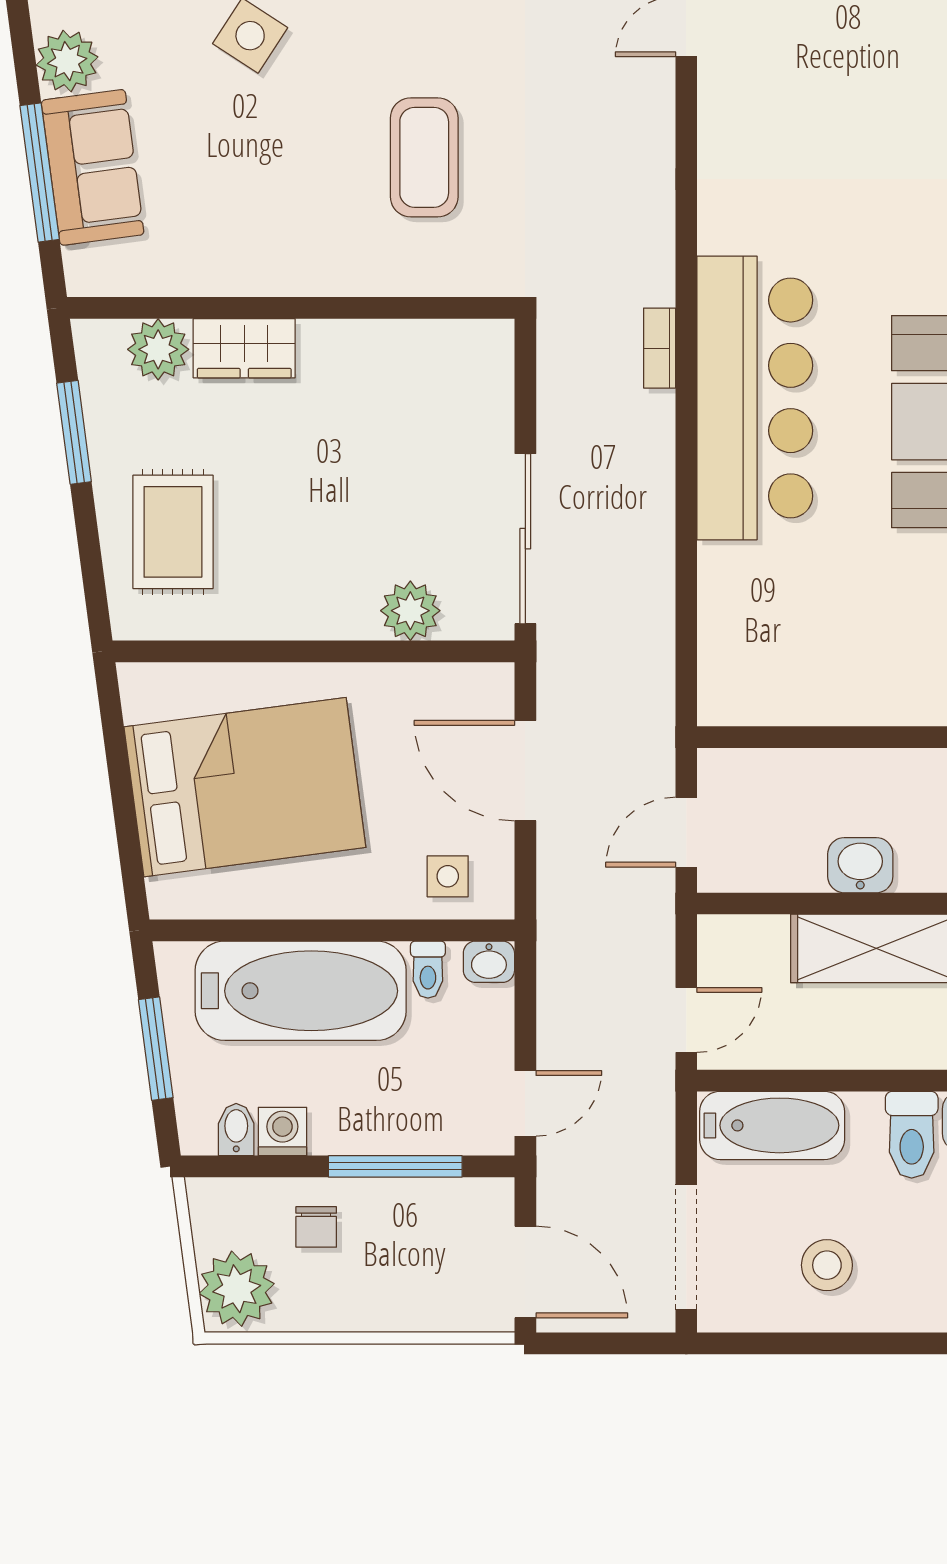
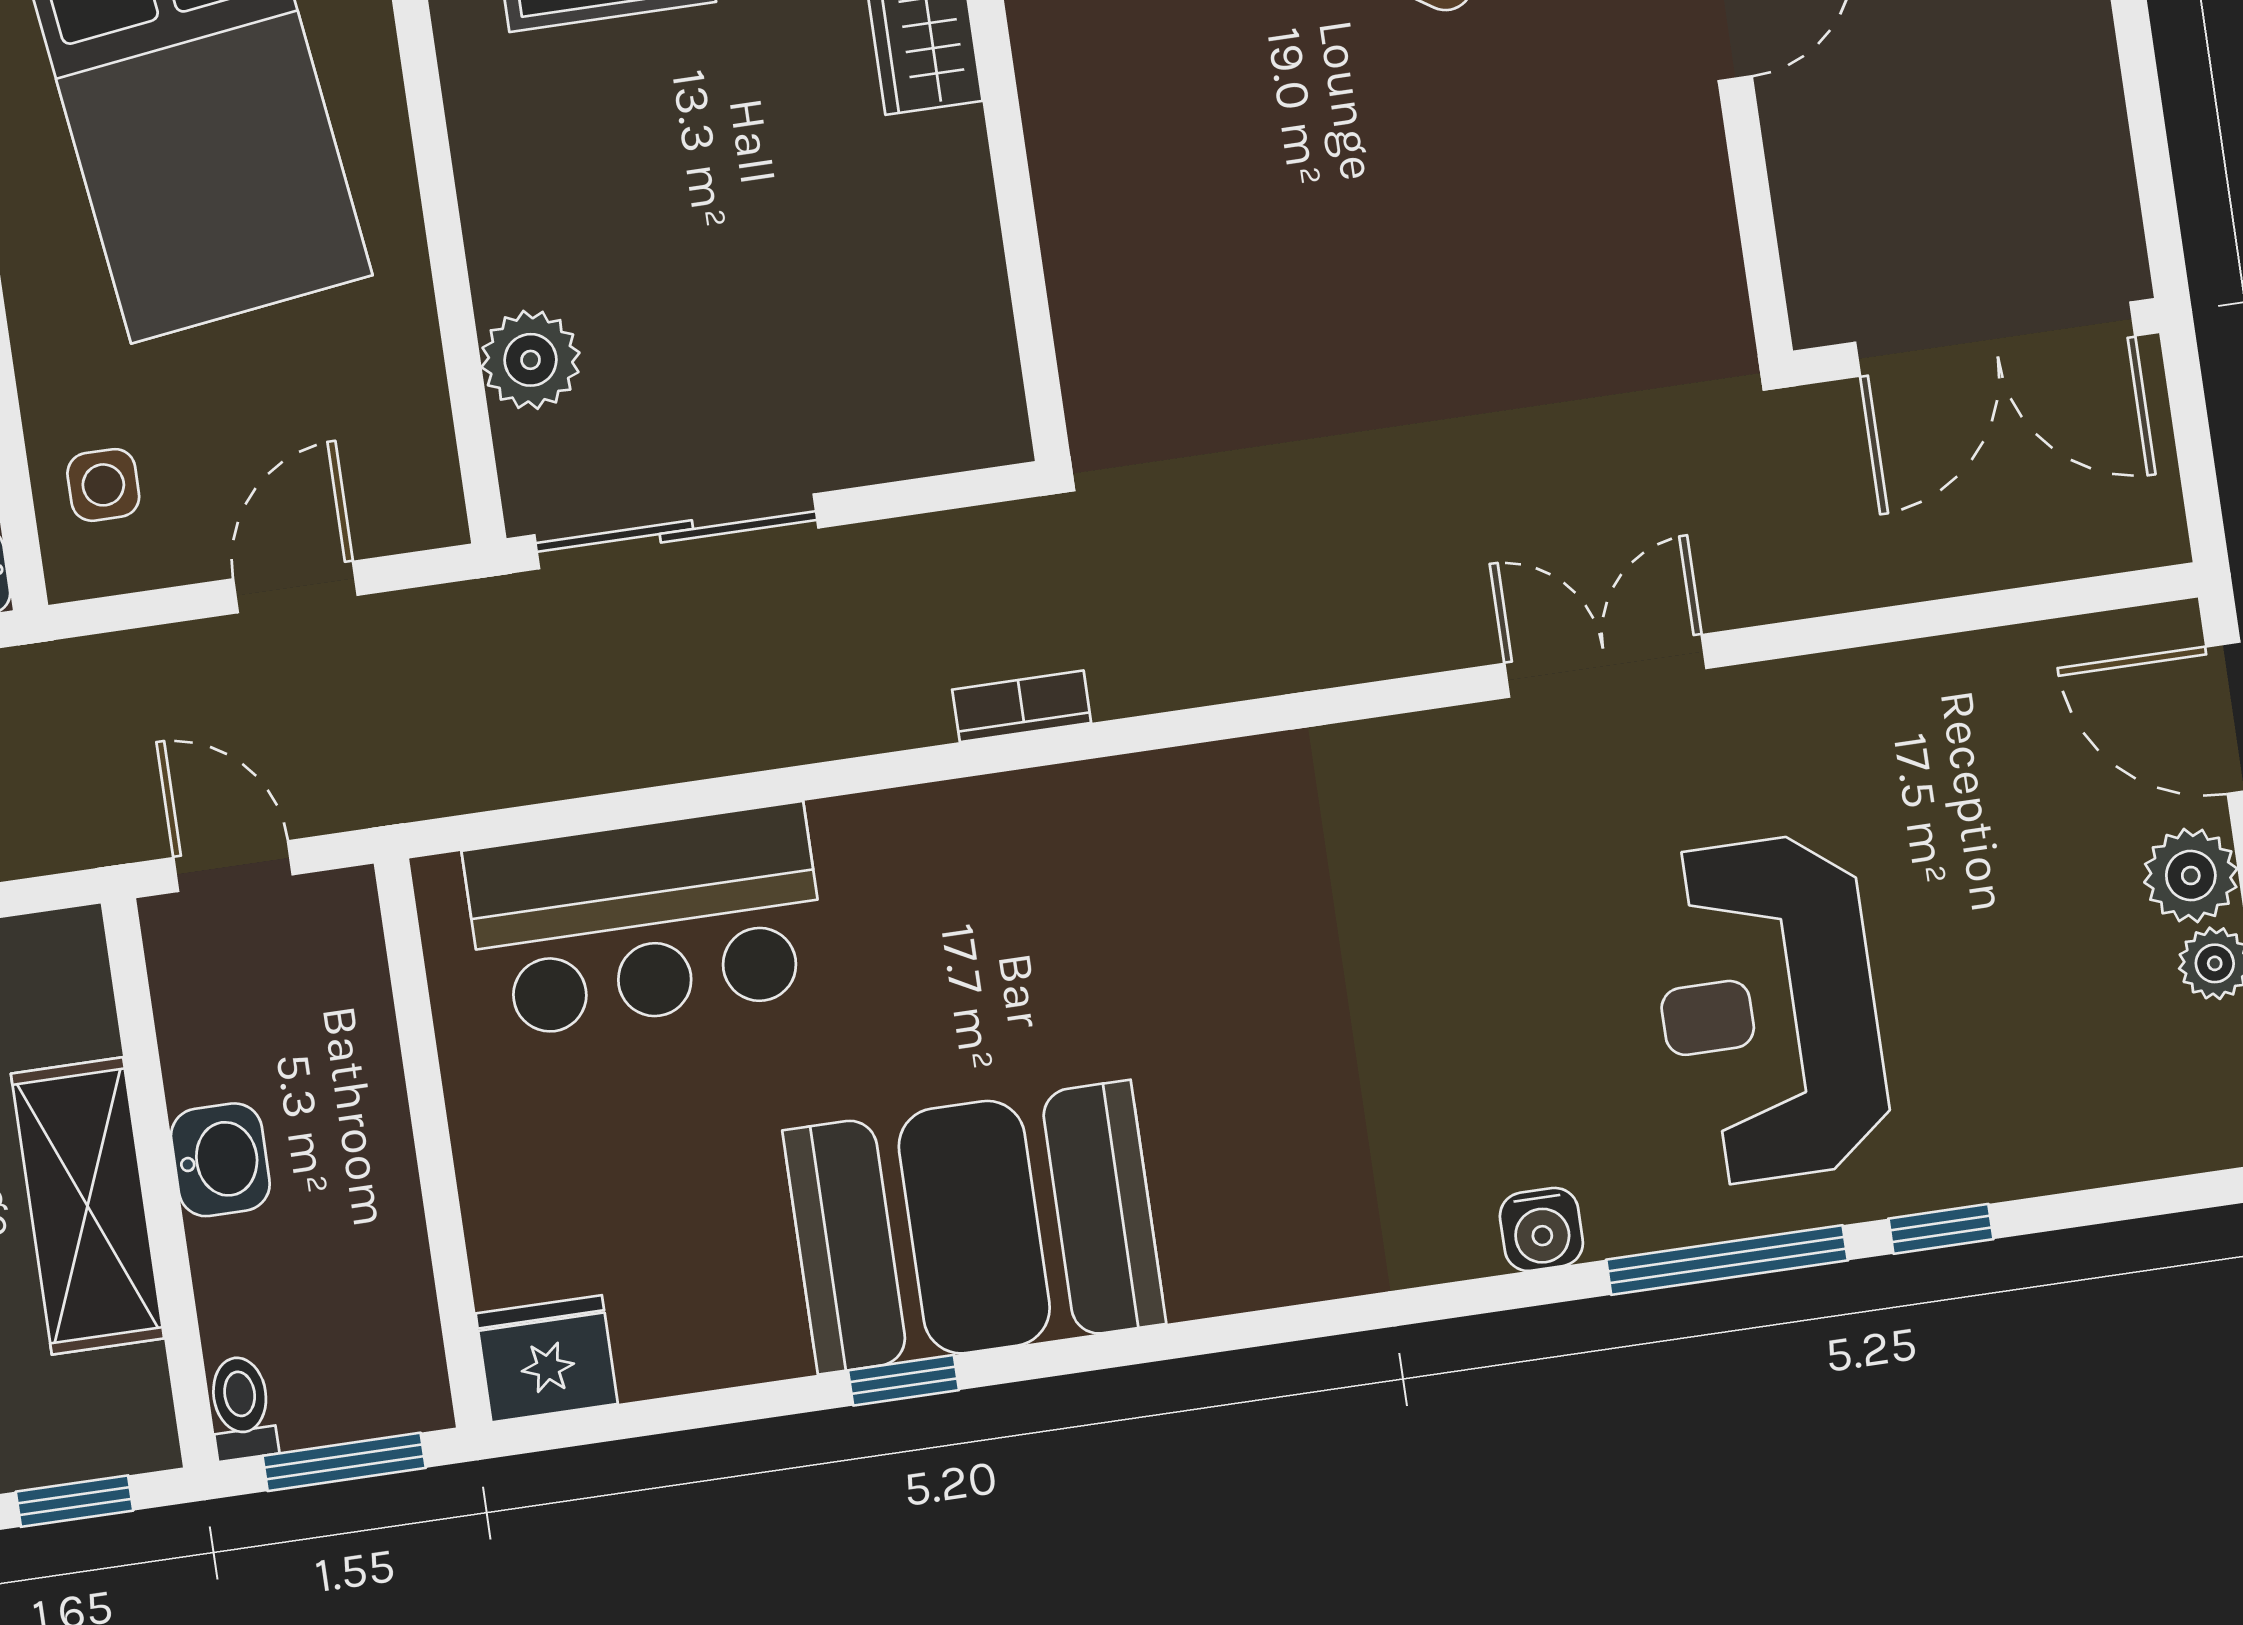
coffee table: (424, 157) -> (1278, 274), removed
bar counter: (755, 398) -> (646, 921), moved, width x0.73
door: (525, 771) -> (295, 587), width x0.73

